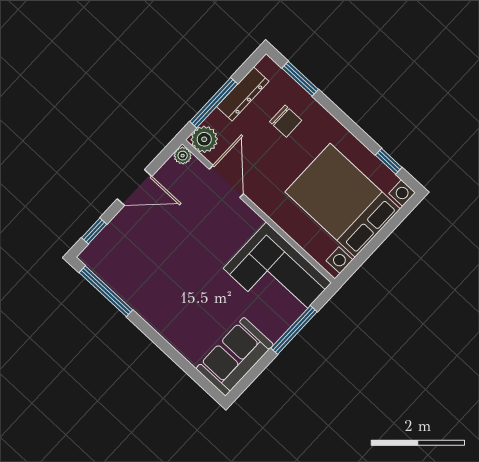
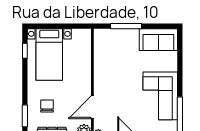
bed with nightstands: (343, 200) -> (49, 55), width x0.73
corner sofa: (277, 276) -> (160, 96), moved, turned 180

